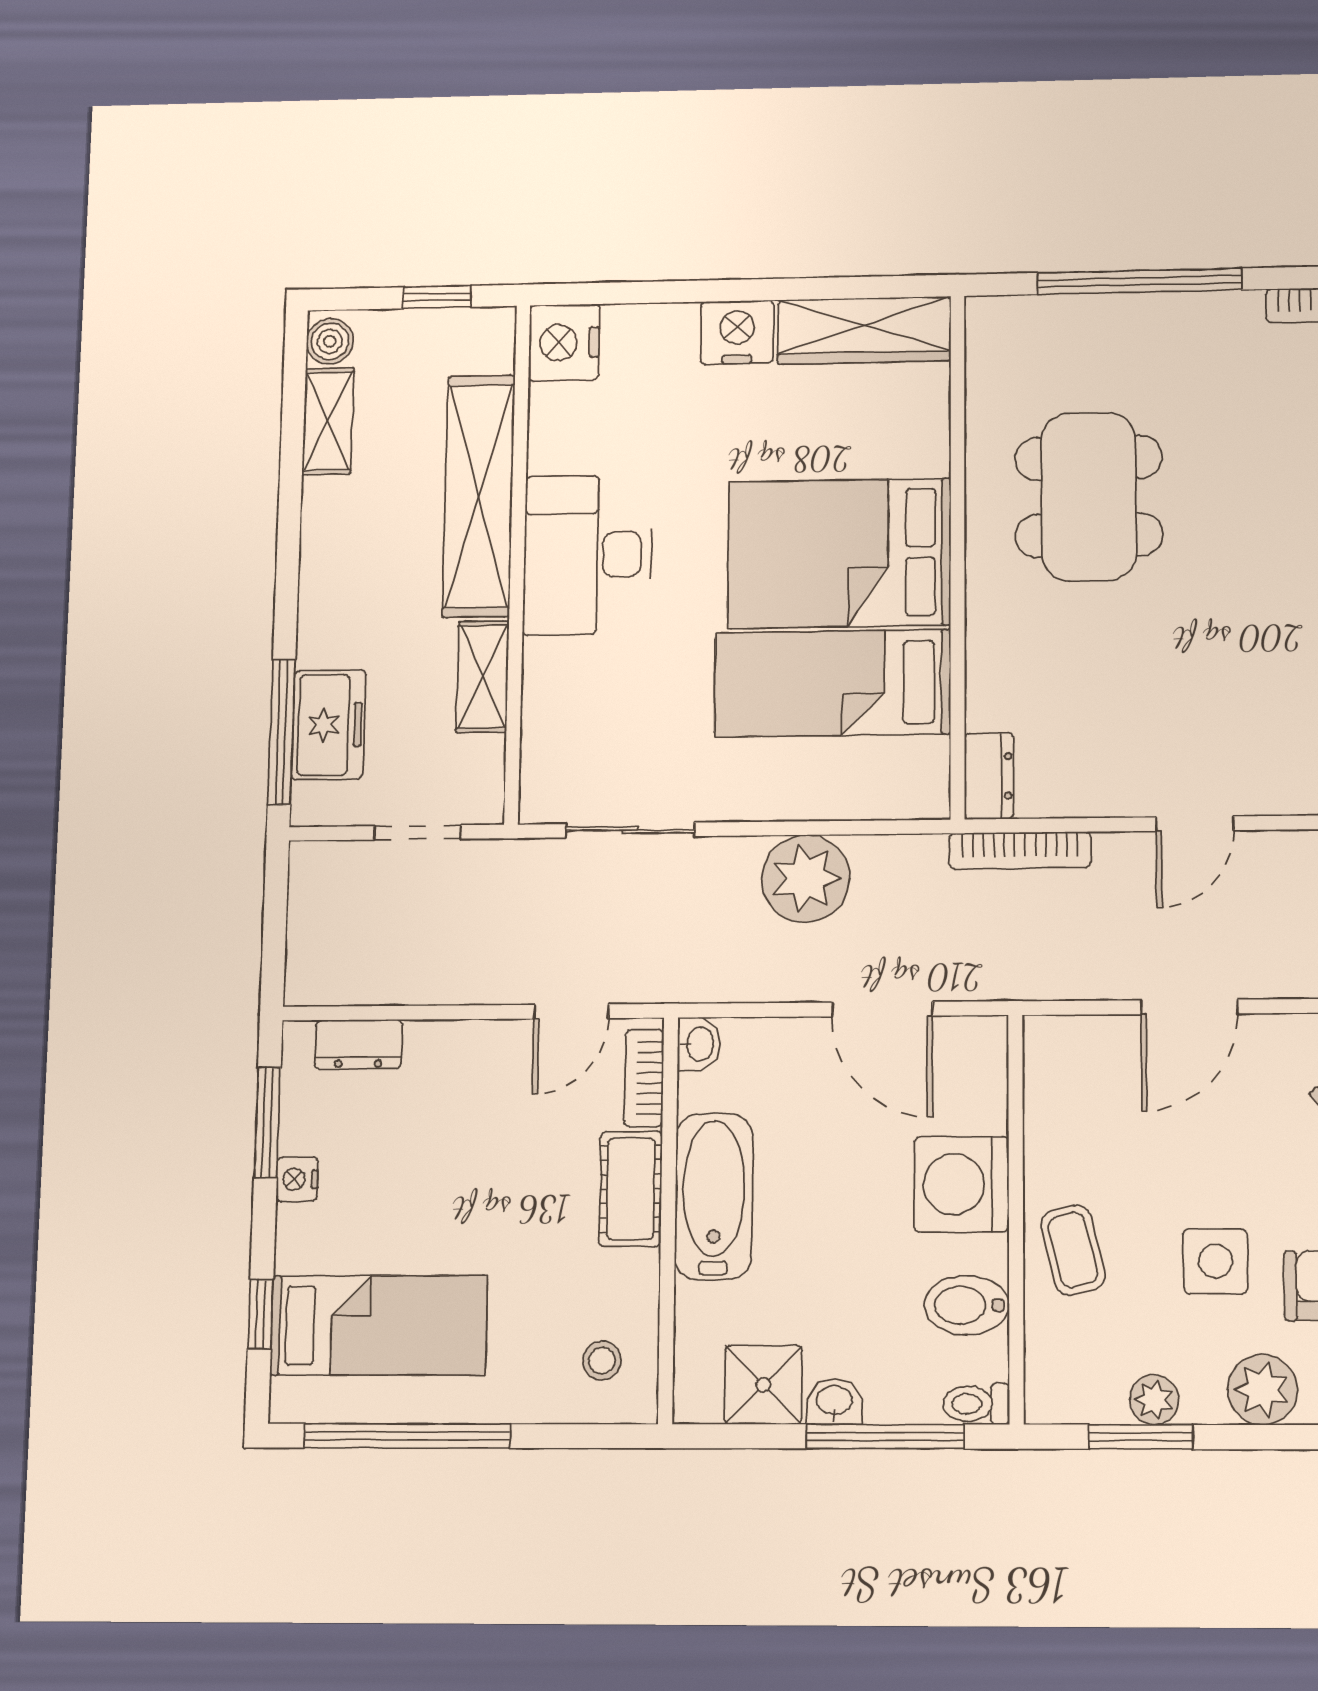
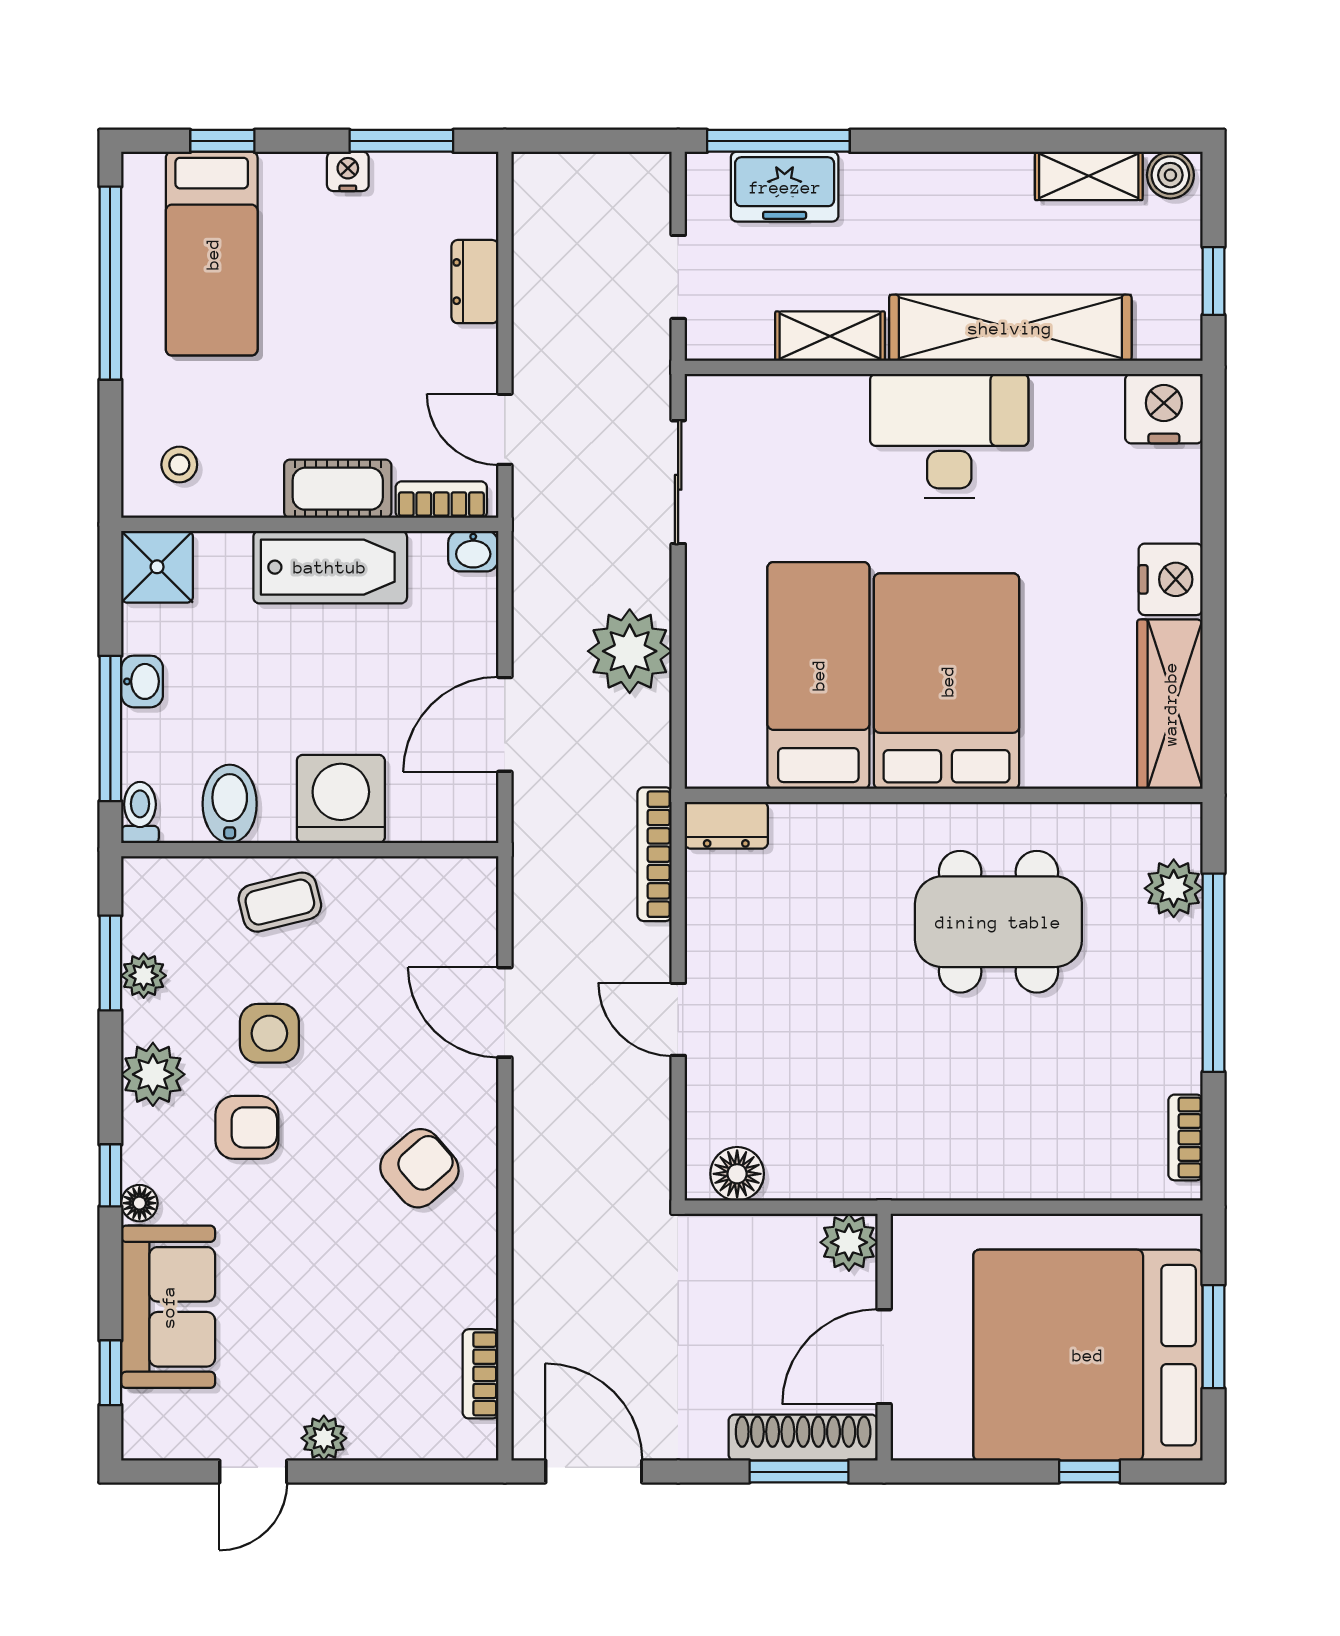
plant: (1053, 323) -> (1174, 888), added
dresser: (359, 1044) -> (475, 282), moved
shower: (763, 1385) -> (157, 567), moved

